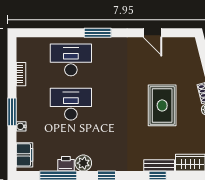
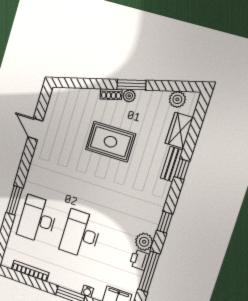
window: (98, 33) -> (14, 200), moved
door: (153, 33) -> (35, 129), swing flipped
bookcase: (21, 74) -> (30, 271), width x1.56

